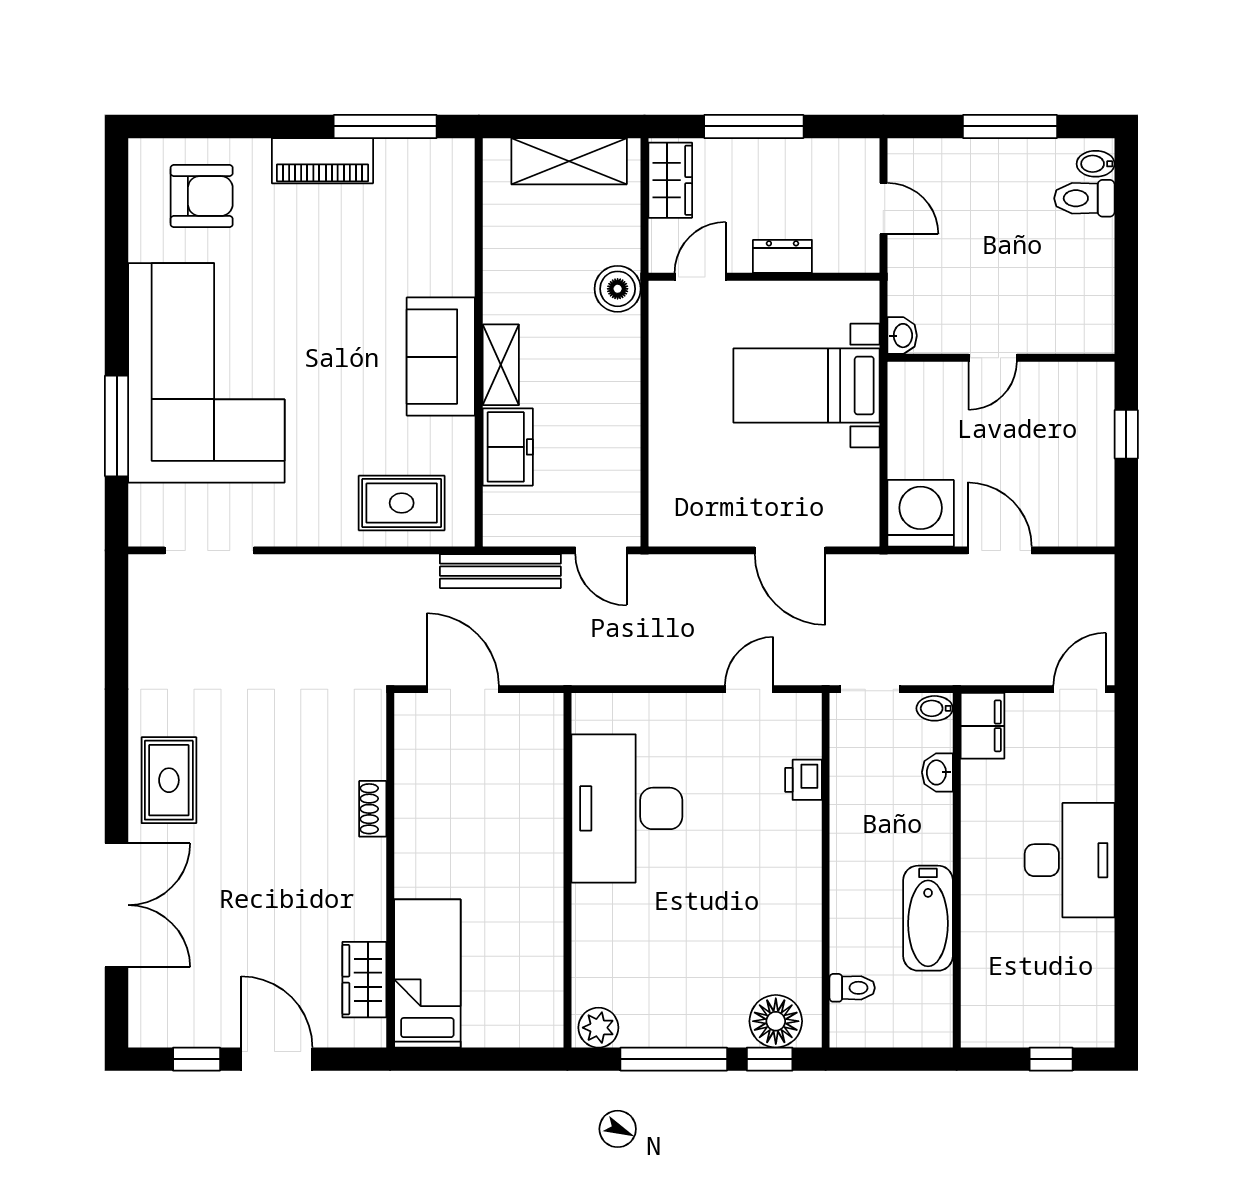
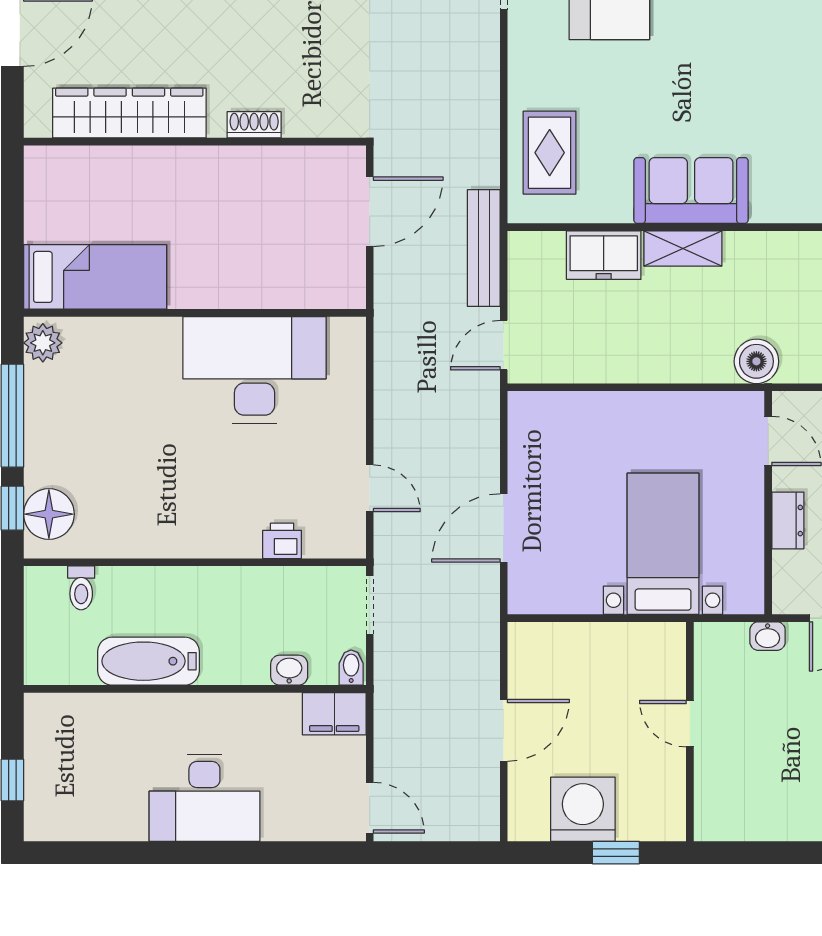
washbasin: (902, 336) -> (768, 636), moved
washing machine: (921, 513) -> (583, 809), moved, turned -90
bed: (427, 973) -> (95, 277), moved
wardrobe: (364, 980) -> (129, 113), width x2.10, depth x1.17

